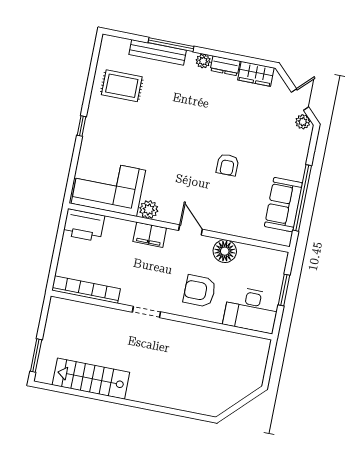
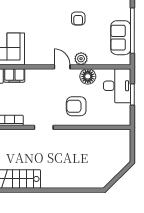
plant: (149, 209) -> (81, 59), moved
filing cabinet: (150, 235) -> (14, 75), moved
desk: (251, 310) -> (117, 86), moved, turned -90

